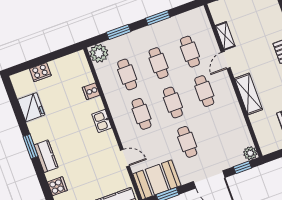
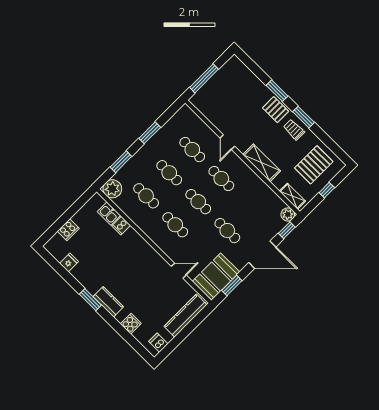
shelving: (225, 36) -> (292, 196), moved
fridge: (31, 107) -> (69, 263), width x0.53, depth x0.75
kitchen sink: (102, 121) -> (109, 214), moved

